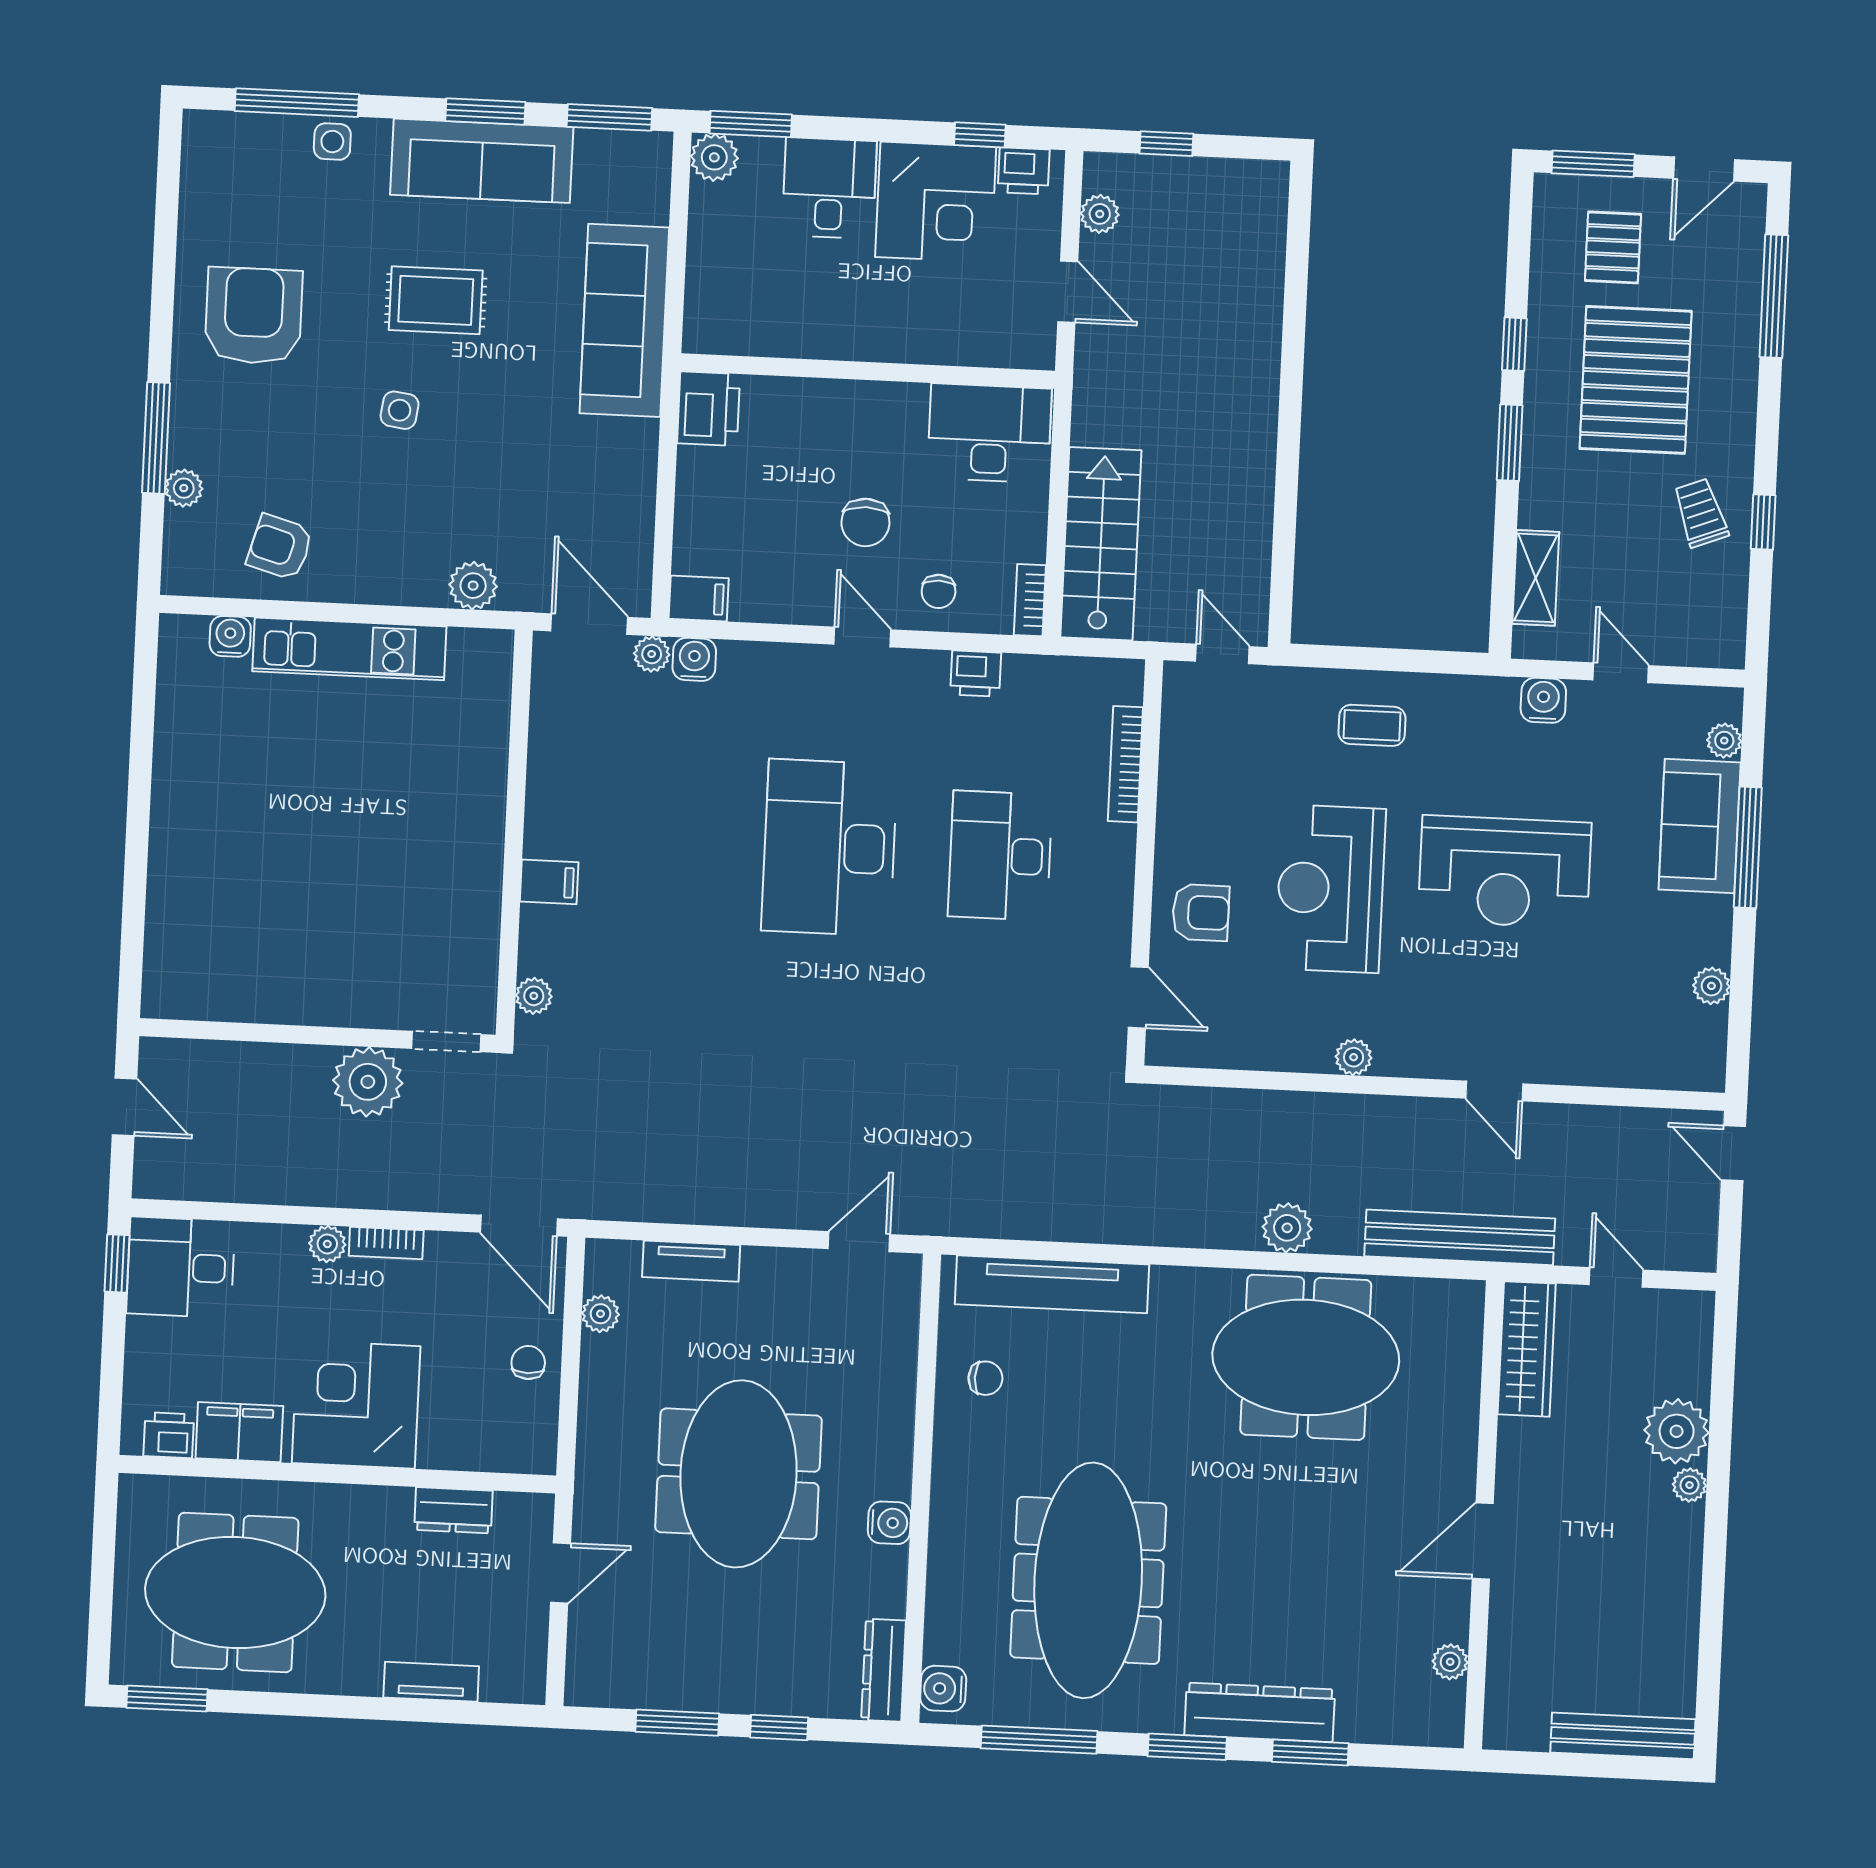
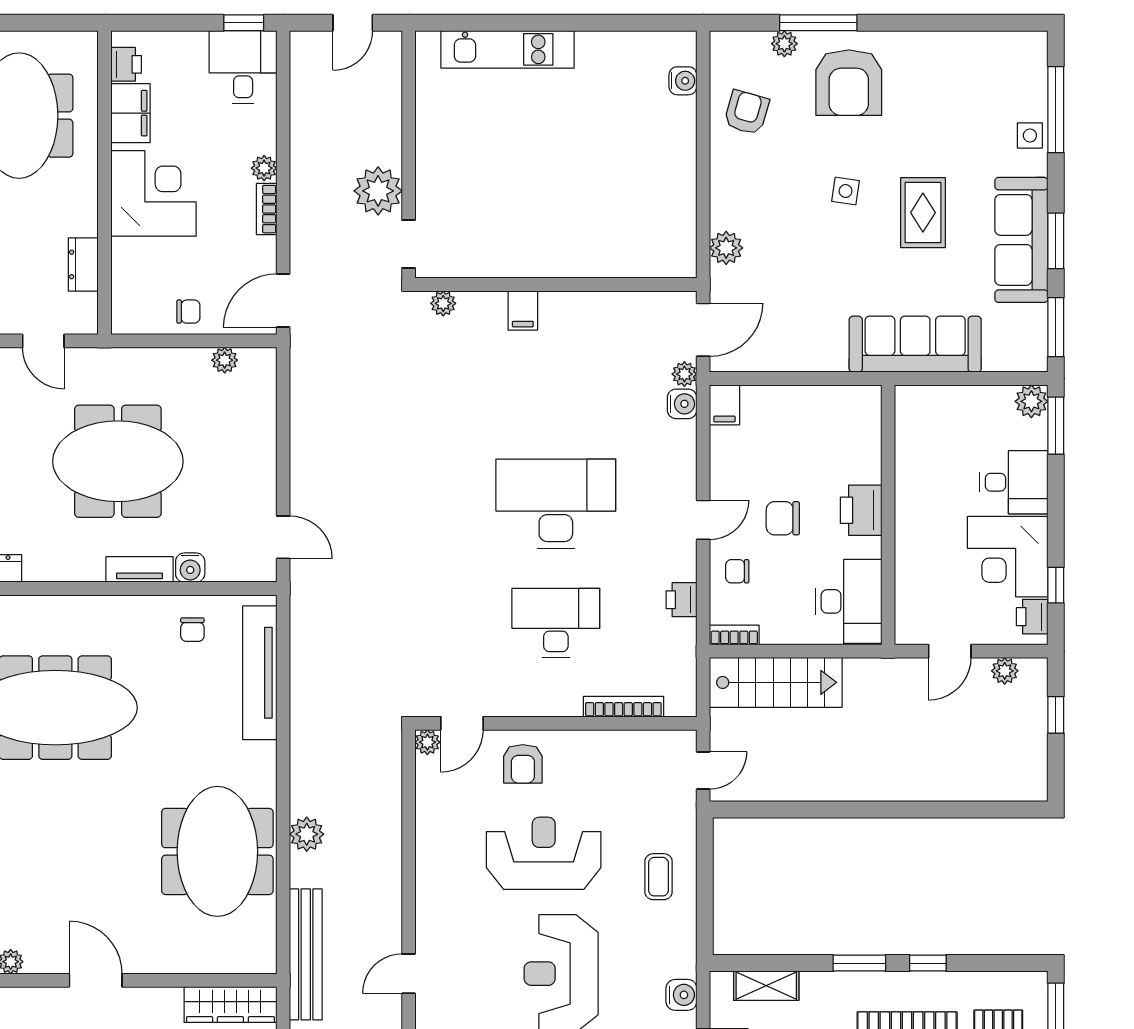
armchair: (254, 316) -> (849, 83), moved, turned 90
printer: (709, 409) -> (861, 510), moved, turned 90
kitchen unit: (349, 649) -> (508, 49), moved, turned -90
plant: (1354, 1057) -> (427, 742), moved
tv unit: (691, 1261) -> (139, 569), moved, turned 90
water cooler: (889, 1523) -> (190, 568), moved

